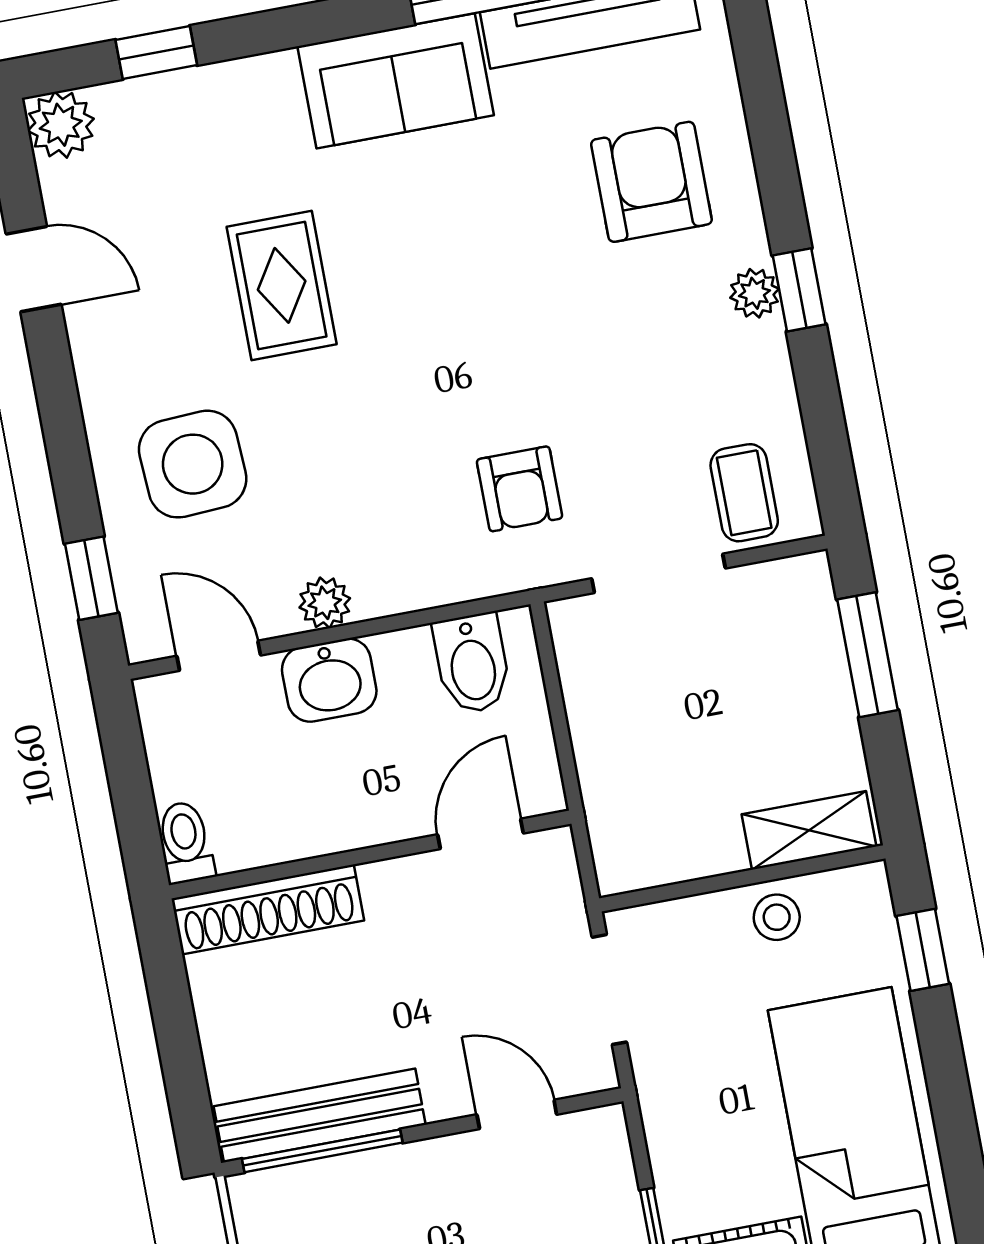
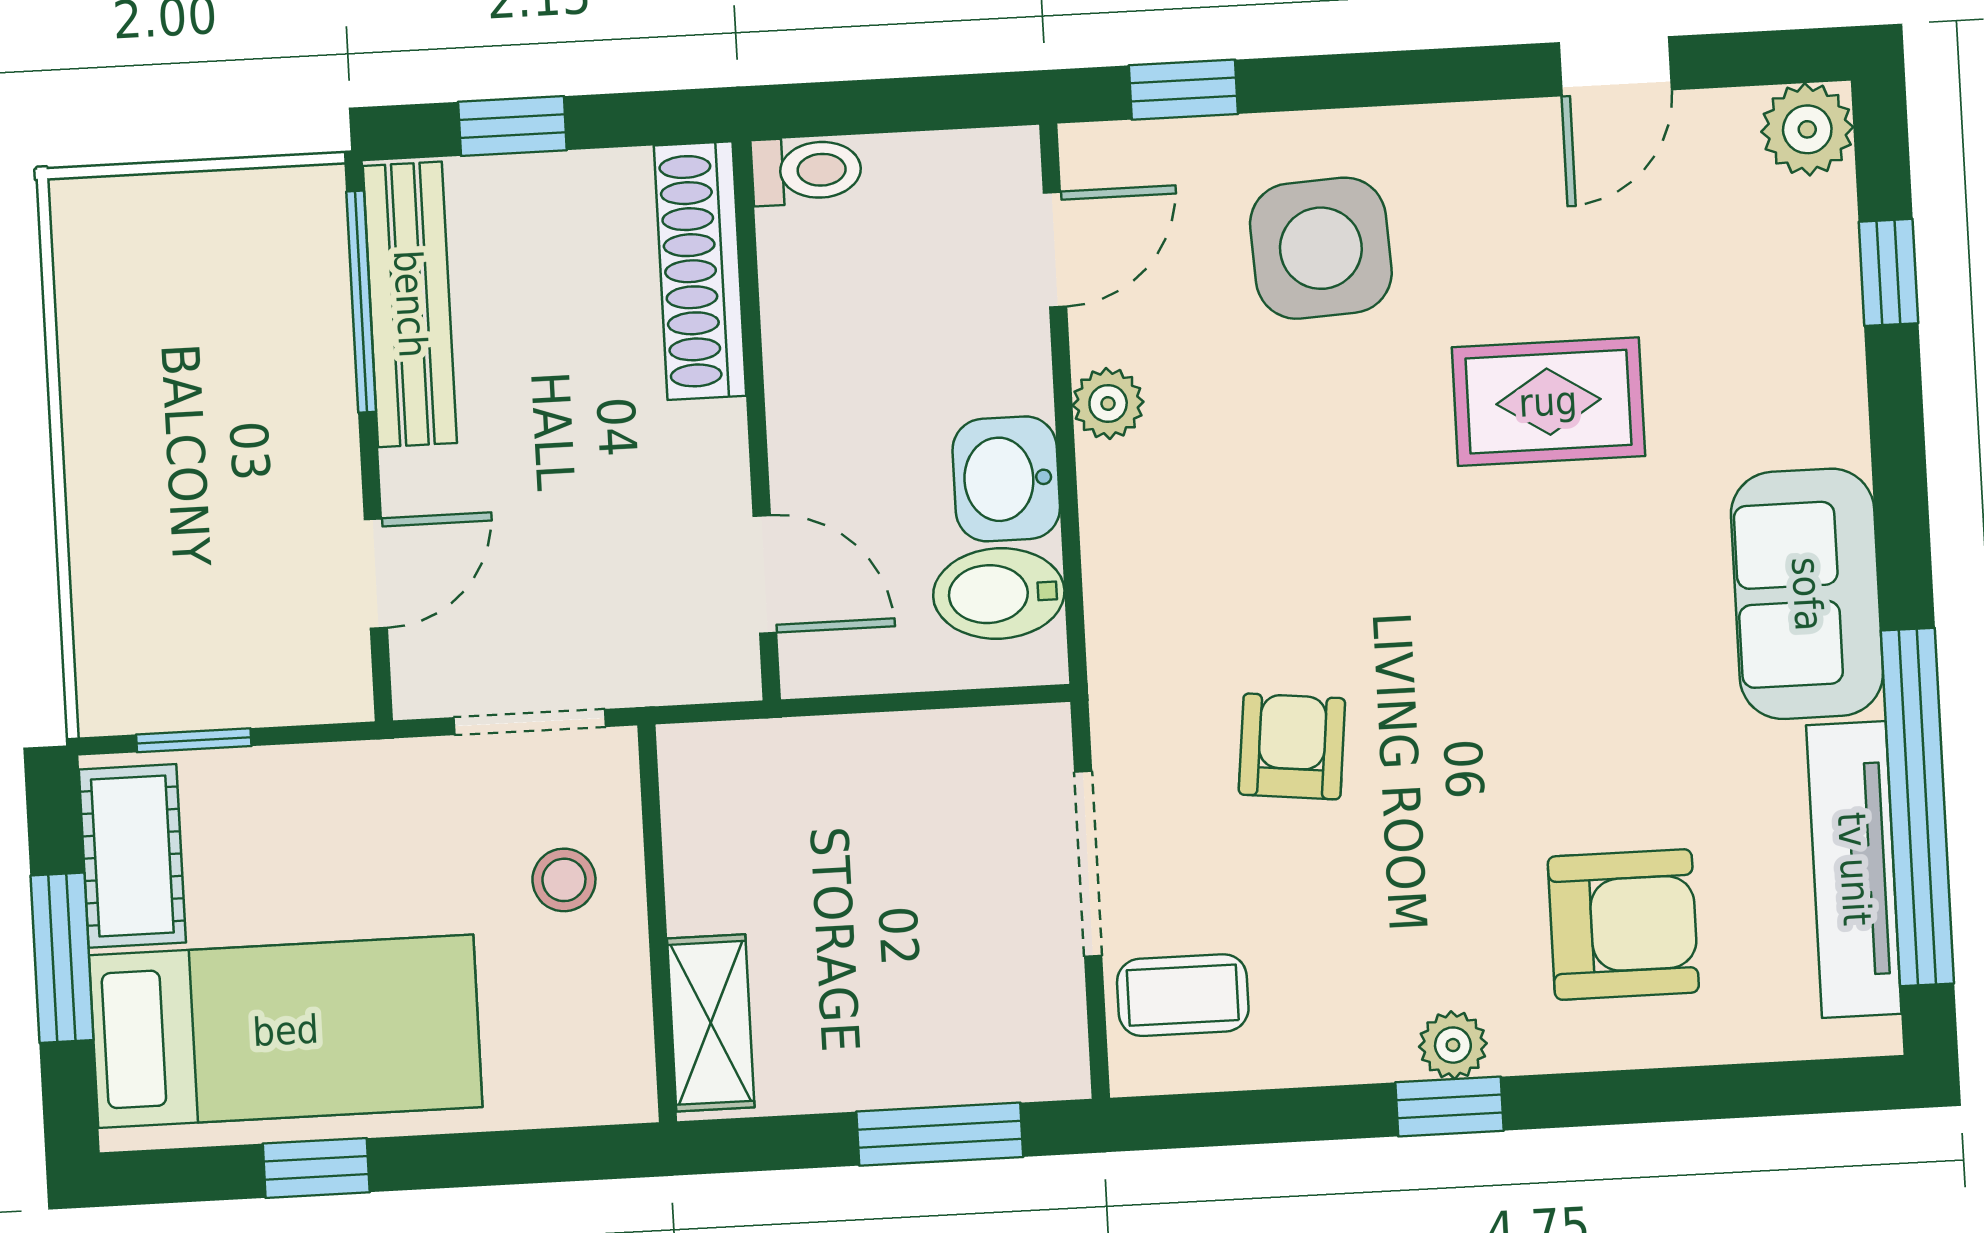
armchair: (520, 489) -> (1292, 746), moved, turned 96
washbasin: (329, 680) -> (1006, 479), moved
stool: (777, 917) -> (564, 880), moved
window: (923, 950) -> (316, 1168), moved
window: (181, 1058) -> (512, 126), added

